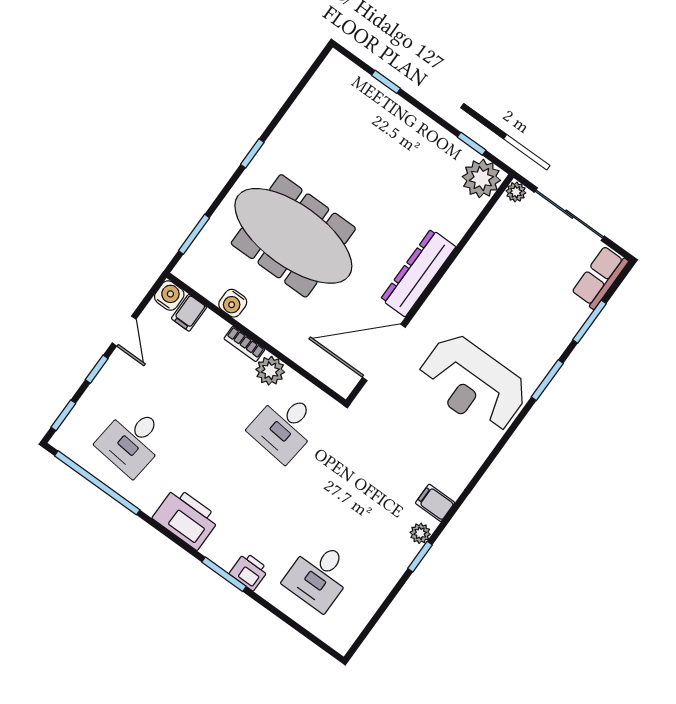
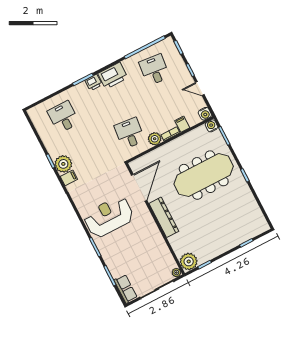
water cooler: (233, 303) -> (211, 126), moved
filing cabinet: (189, 313) -> (182, 124), moved
plant: (420, 533) -> (63, 164), width x1.88, depth x1.88
printer: (249, 571) -> (94, 82), moved

